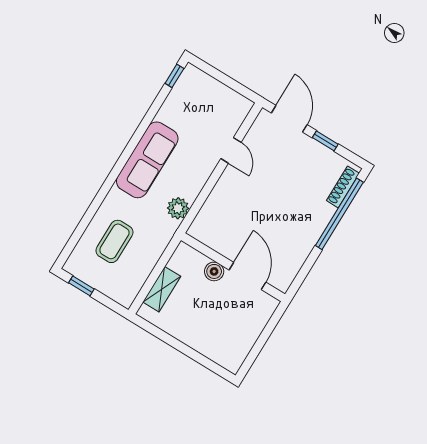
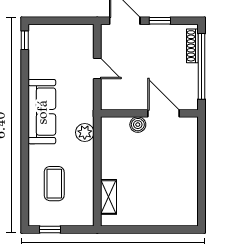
wall: (233, 267) -> (149, 113), moved
boiler: (214, 271) -> (138, 125), moved
door: (248, 276) -> (164, 113), moved

